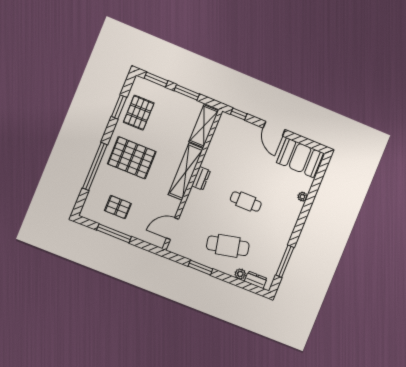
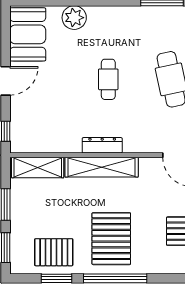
window: (95, 166) -> (115, 278), moved
dresser: (201, 178) -> (102, 145), width x1.44
plant: (302, 197) -> (74, 18), width x1.87, depth x1.87

